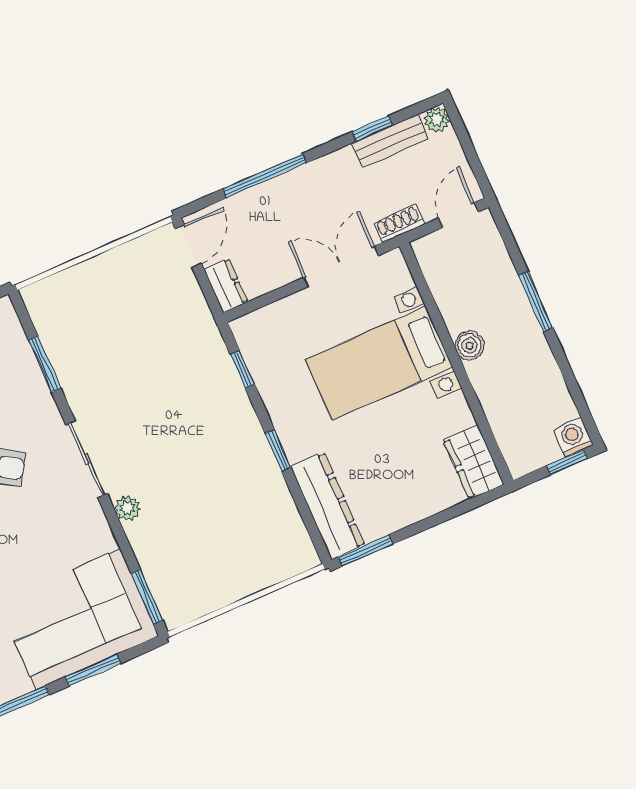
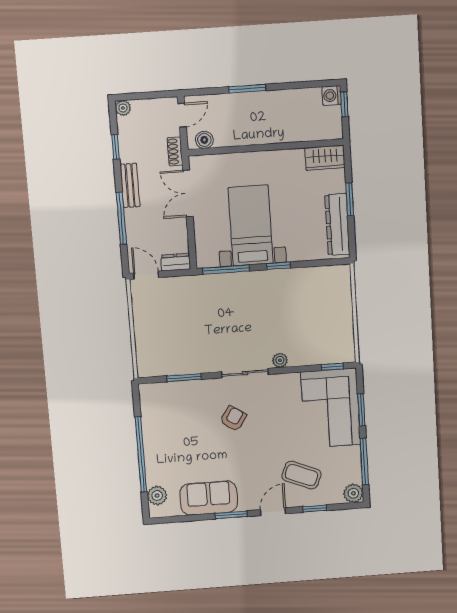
bench: (390, 141) -> (130, 185), moved
door: (459, 215) -> (182, 115), swing flipped
boiler: (469, 345) -> (204, 140), moved
bed with nightstands: (379, 363) -> (251, 225), moved, turned 180
window: (242, 370) -> (226, 270), width x2.17
dresser: (328, 506) -> (337, 224), moved, turned -90
window: (365, 551) -> (350, 199), moved
window: (147, 597) -> (332, 367), width x0.67

